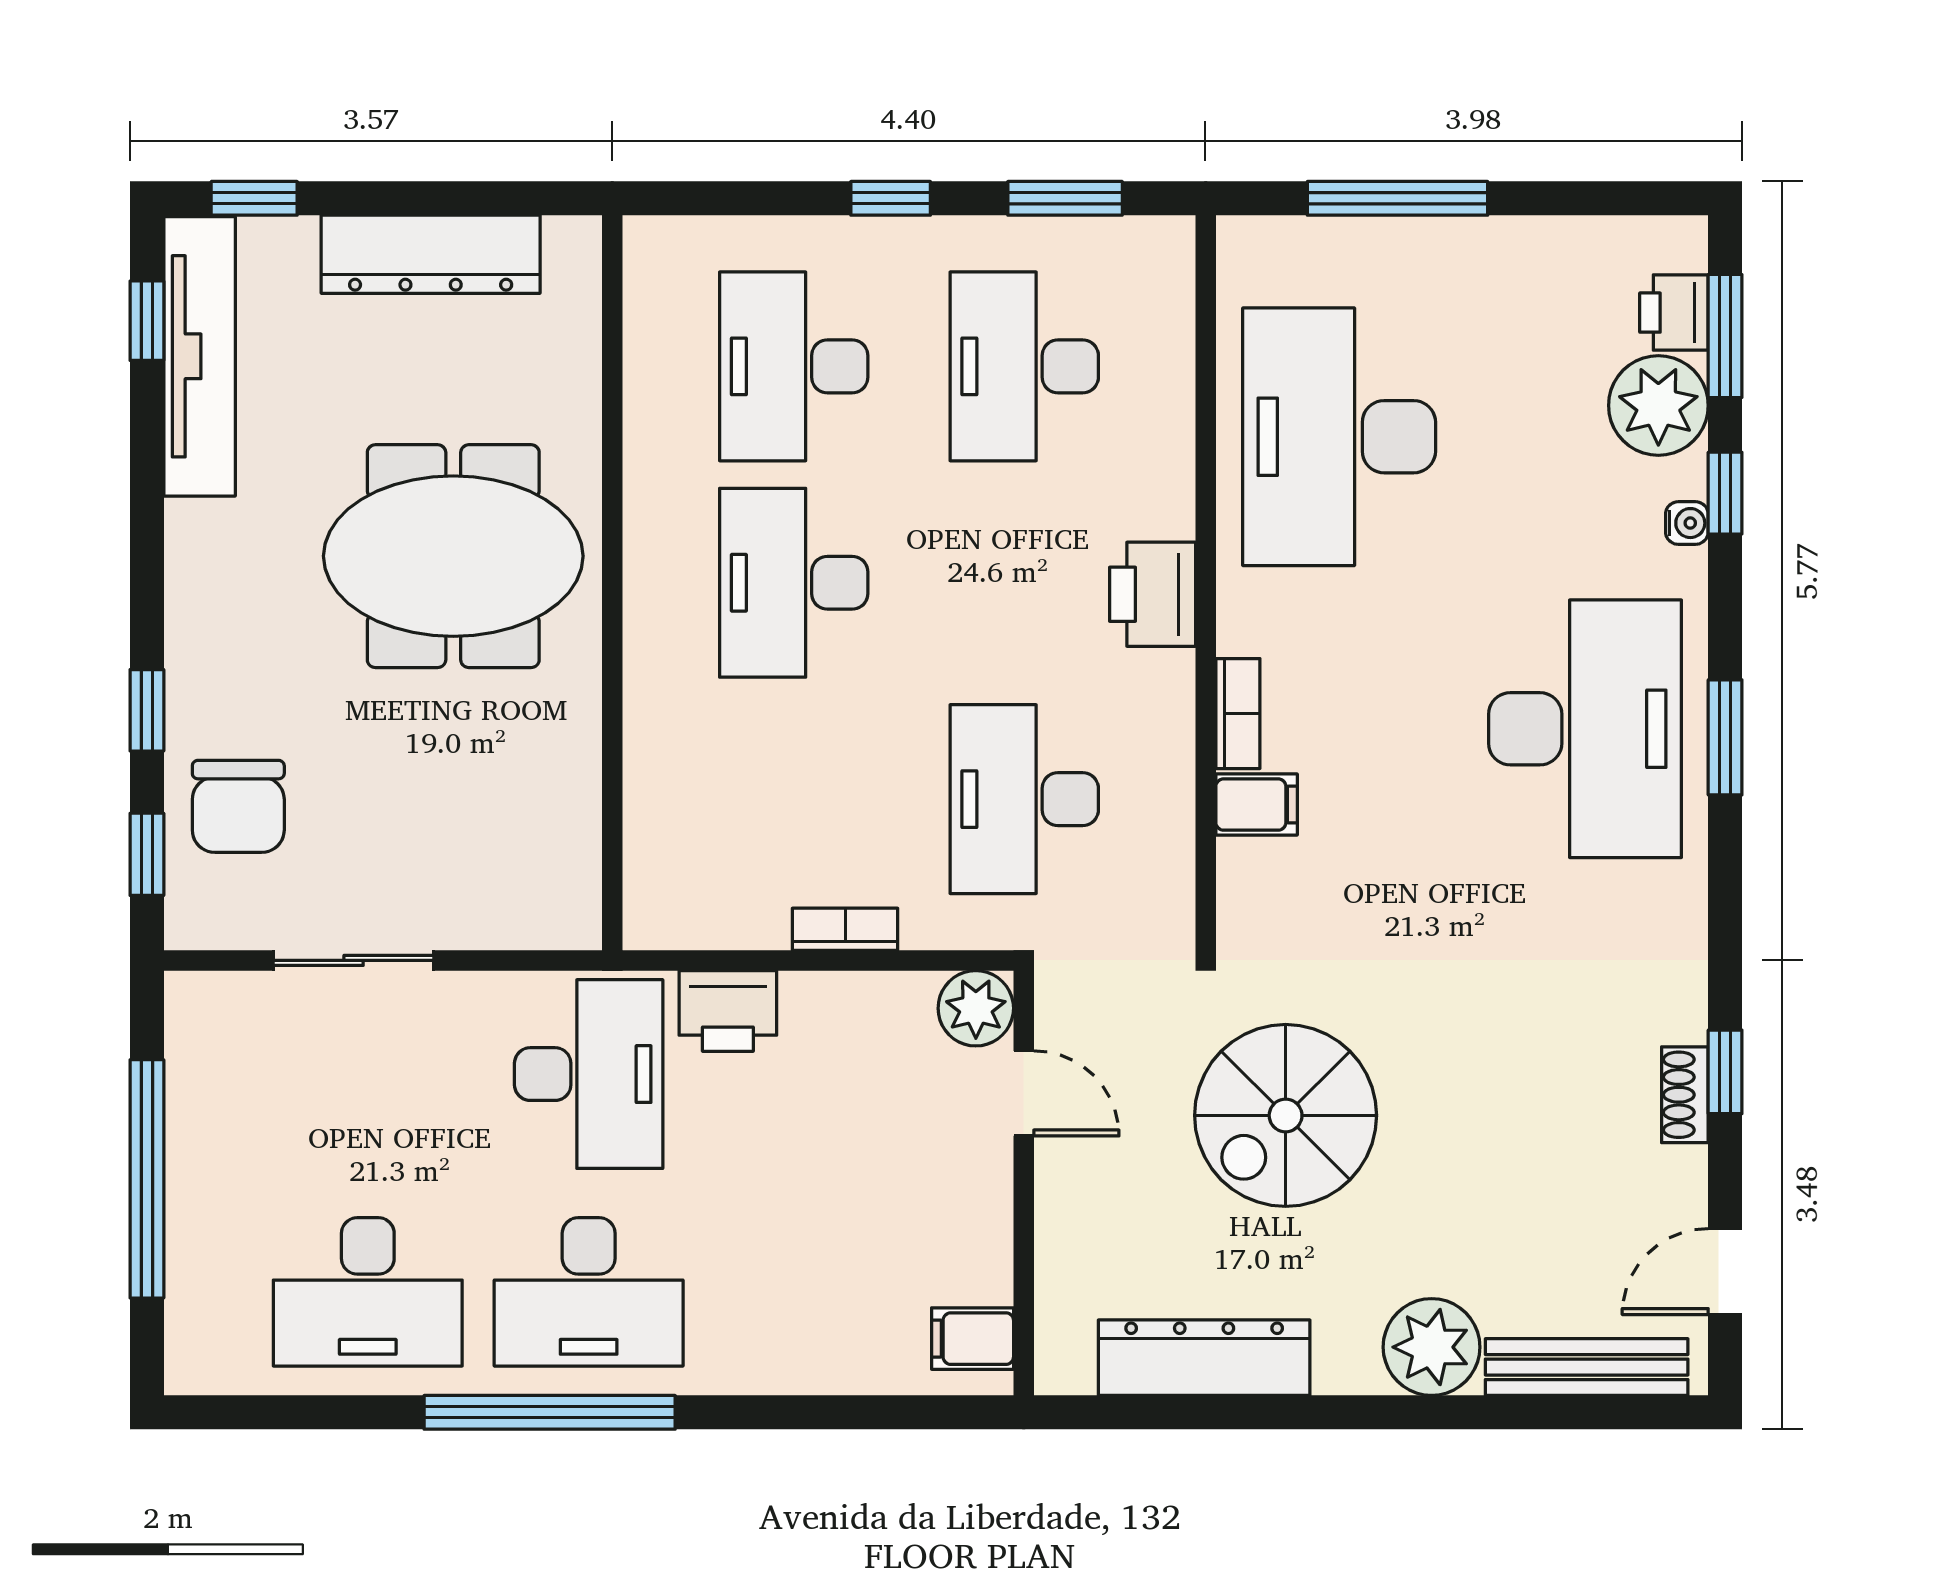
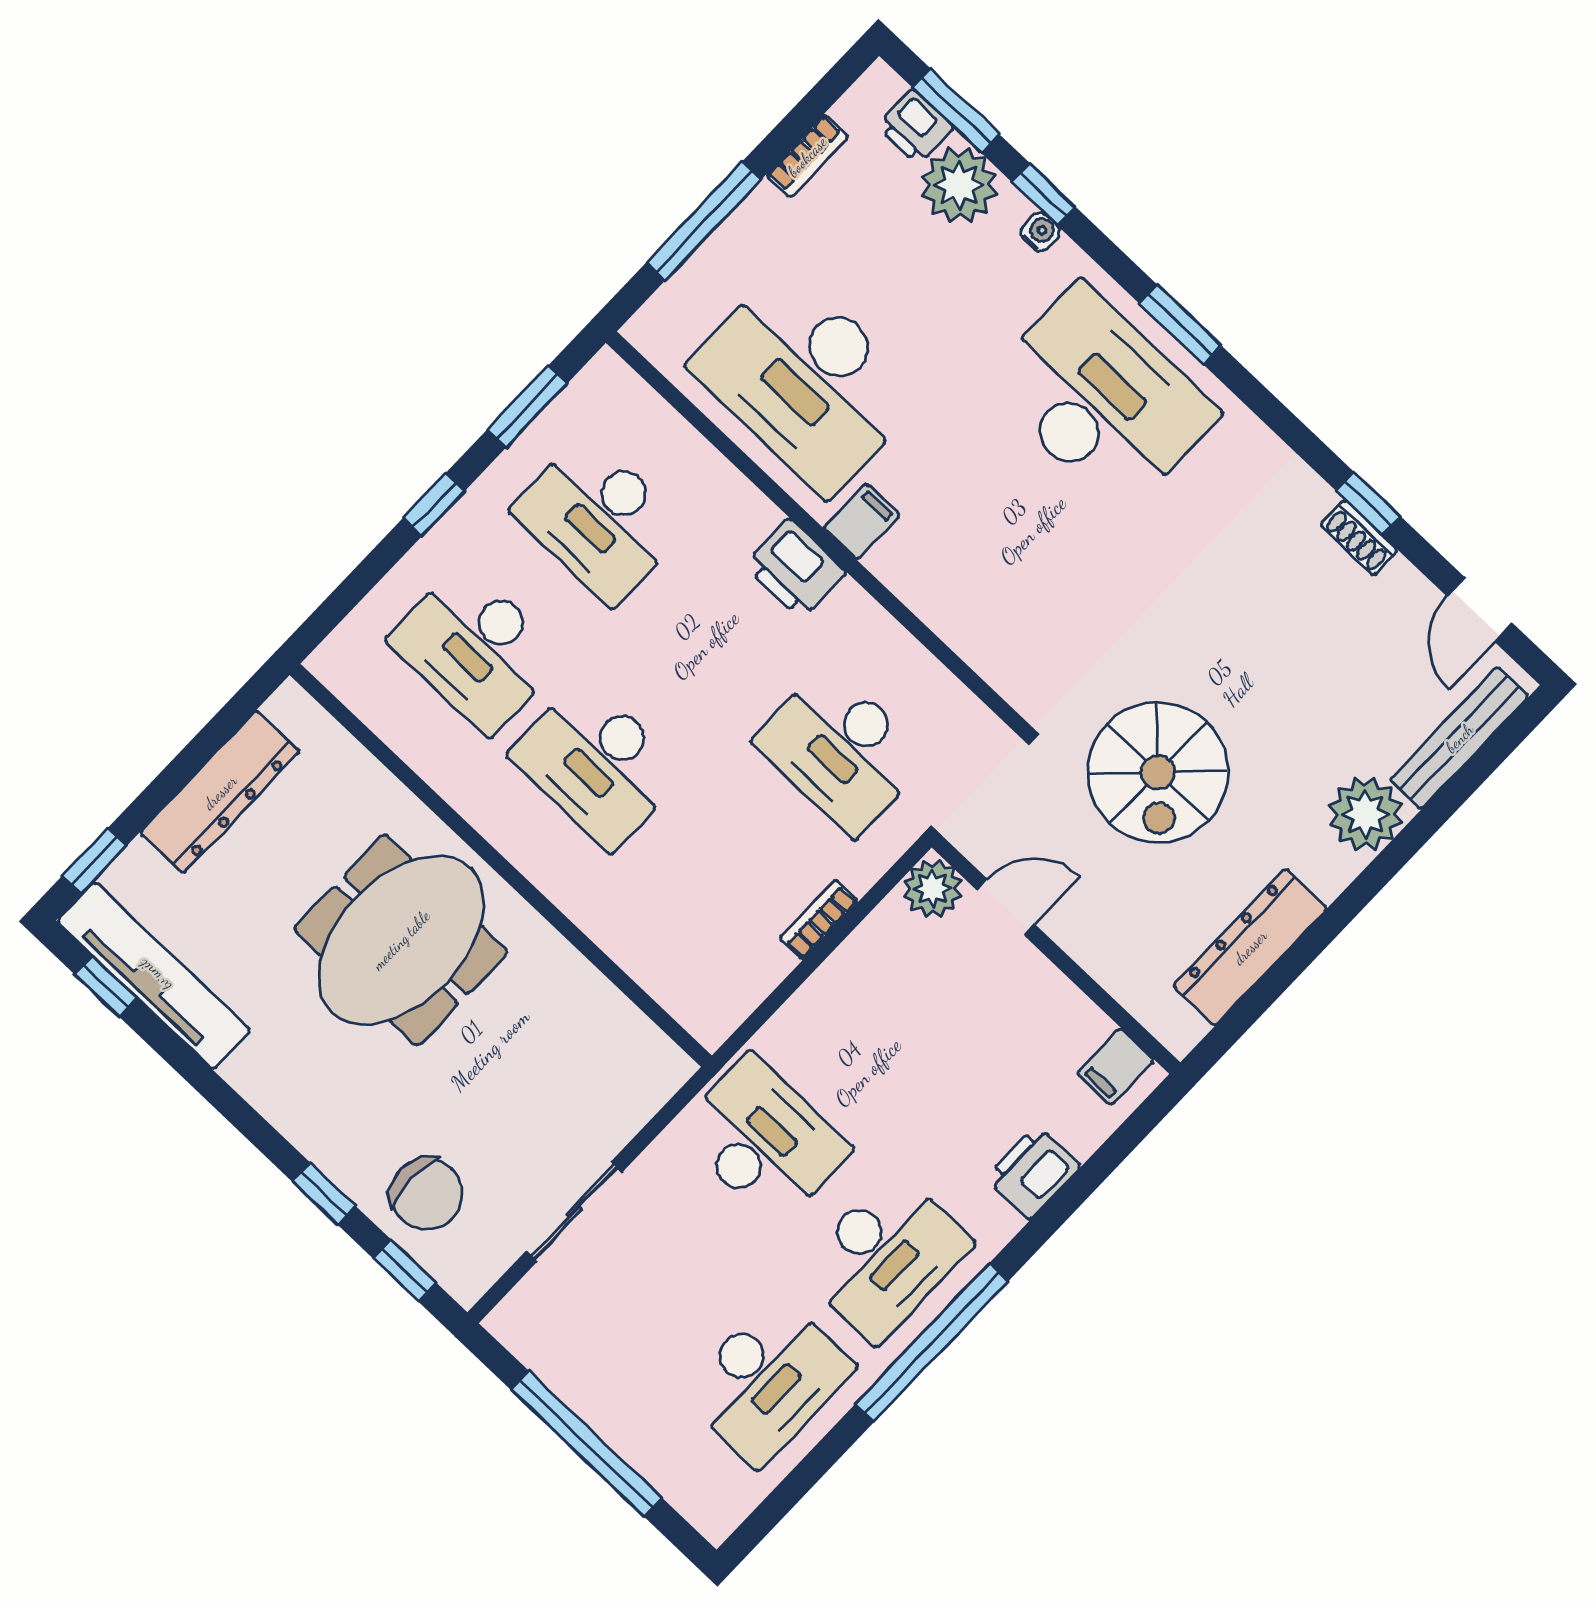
bookcase: (1238, 714) -> (807, 156), moved, turned 90
filing cabinet: (1257, 805) -> (862, 522), moved
printer: (728, 1011) -> (1033, 1172), moved, turned 180

